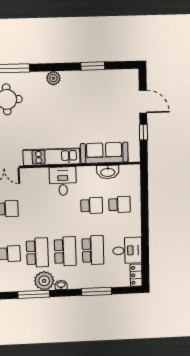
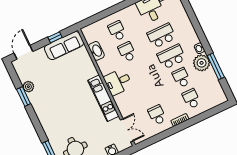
plant: (53, 78) -> (28, 87), moved
door: (143, 102) -> (23, 52), moved
sofa: (104, 153) -> (64, 46), moved, turned -90
school desk: (37, 253) -> (181, 78), width x0.54
window: (97, 292) -> (193, 18), removed

